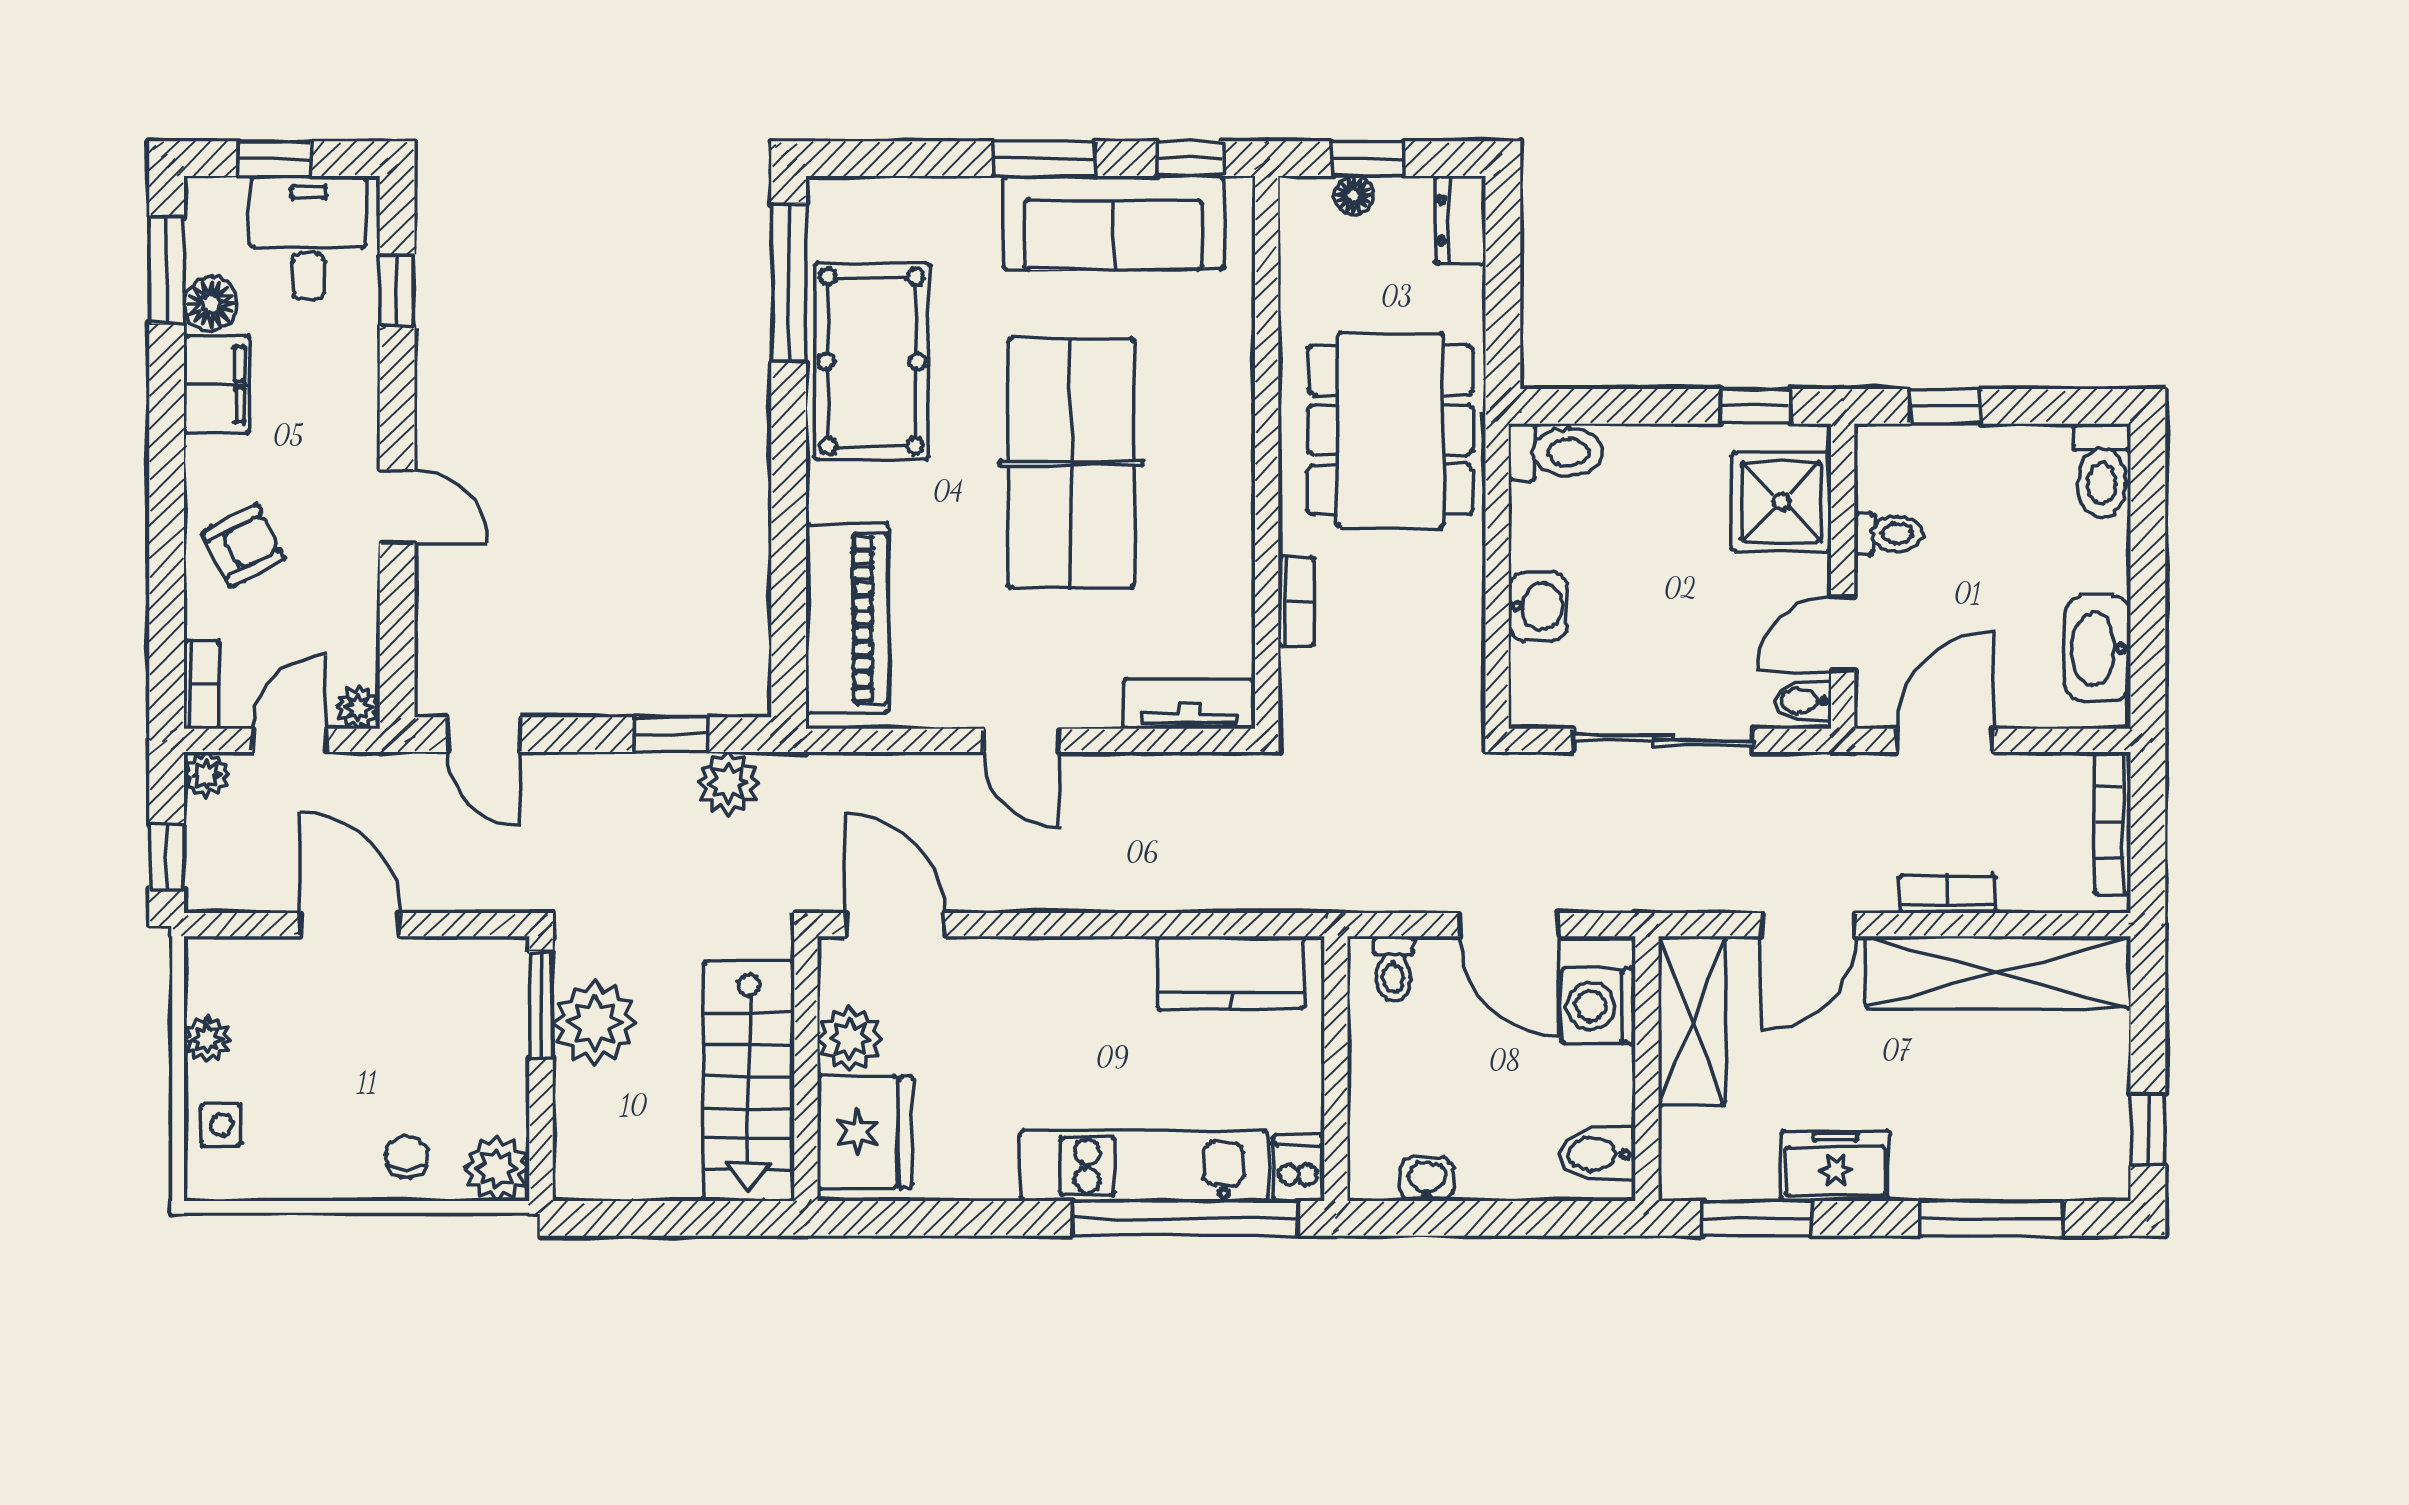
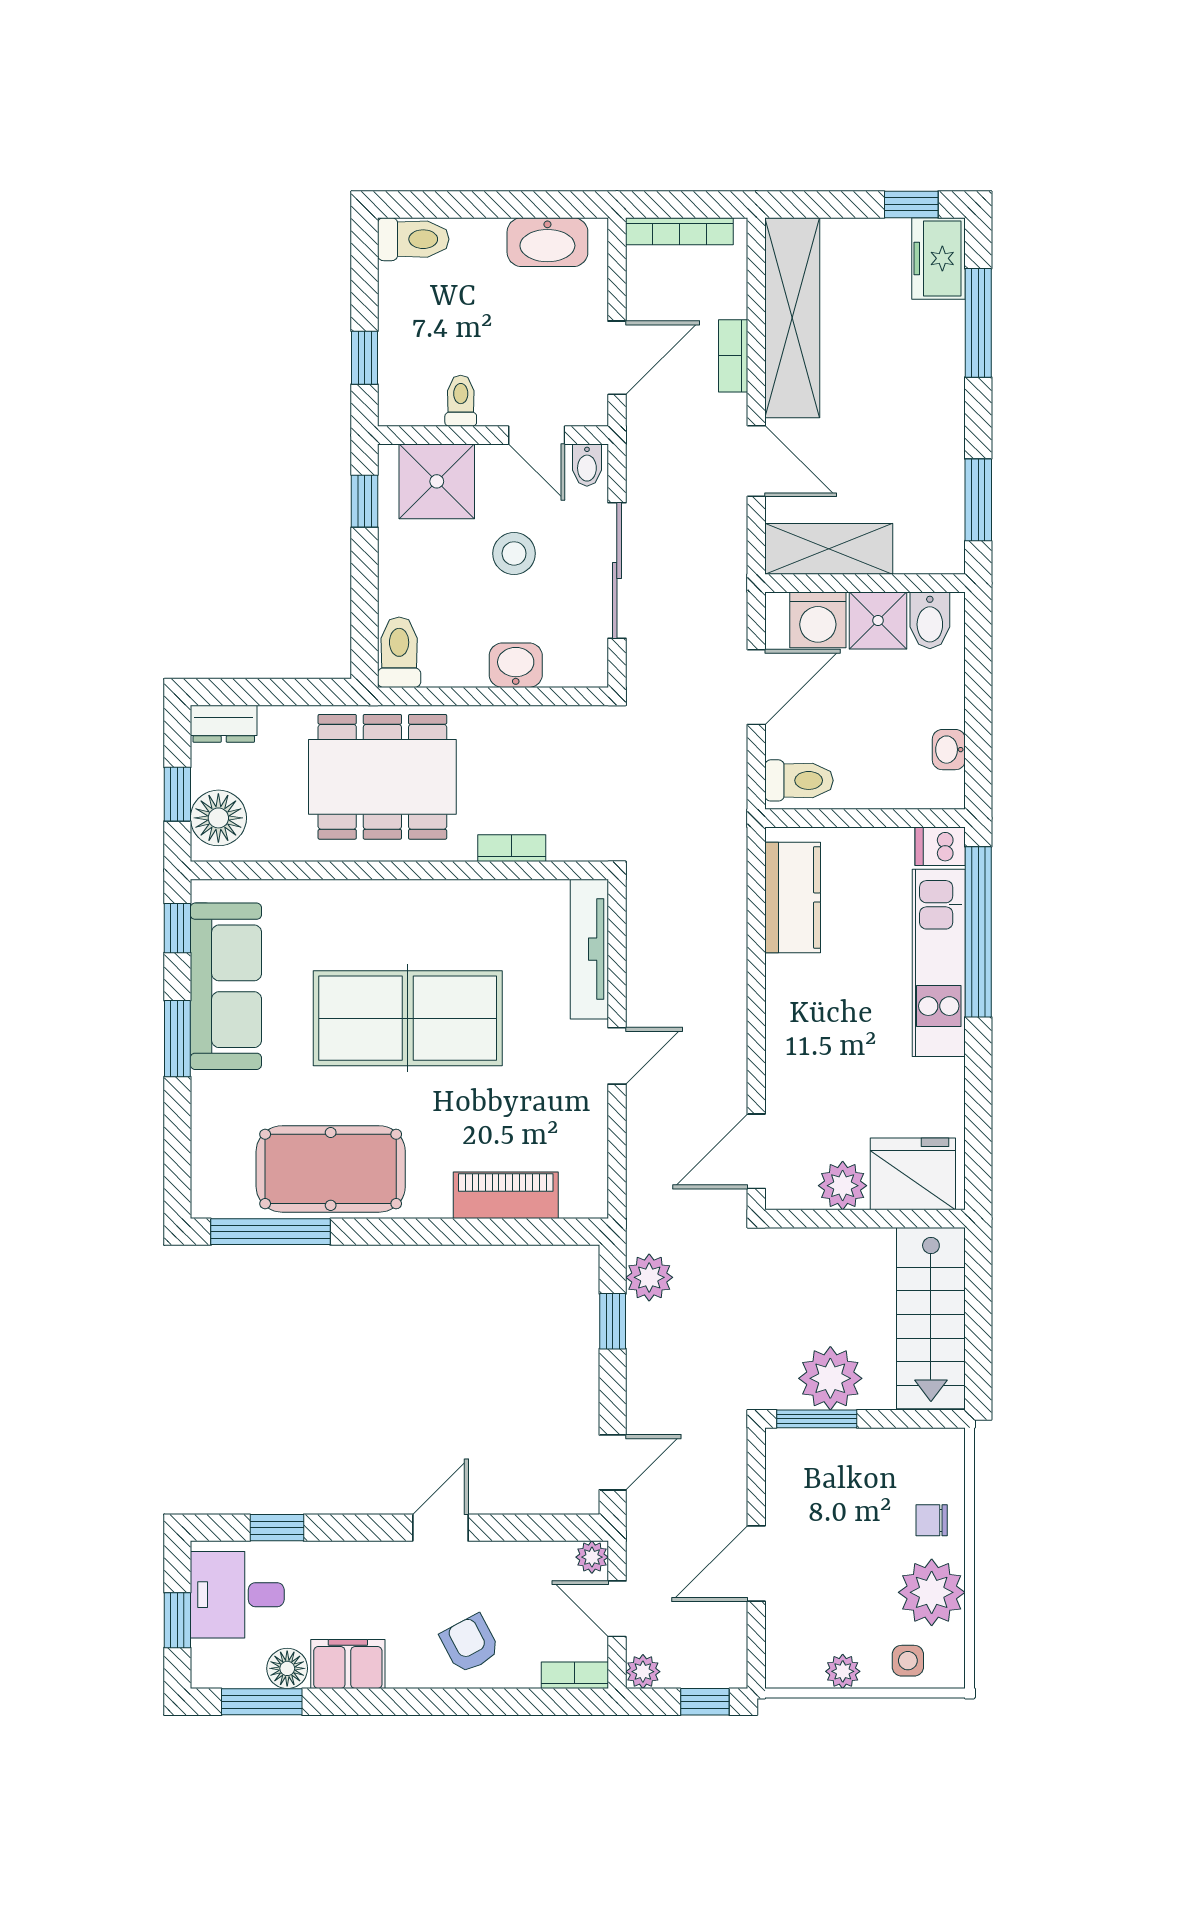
floor lamp: (1353, 196) -> (218, 818), width x1.89, depth x1.89
stool: (1686, 604) -> (514, 553), added
piano: (847, 618) -> (506, 1195), width x0.73, depth x0.75
tv unit: (1189, 704) -> (589, 949), width x1.41
door: (1945, 740) -> (617, 358), swing flipped
toilet: (1393, 969) -> (799, 780), width x1.37, depth x1.39
stairs: (749, 1081) -> (931, 1318), moved, turned 90
shower: (1597, 1086) -> (878, 620), added
freezer: (1835, 1166) -> (939, 258), moved
plant: (497, 1168) -> (932, 1592), moved, width x1.36, depth x1.36

